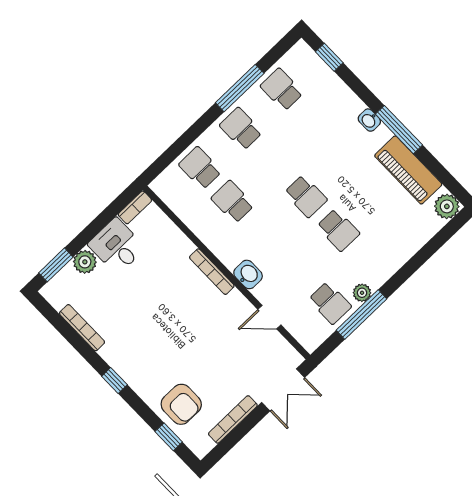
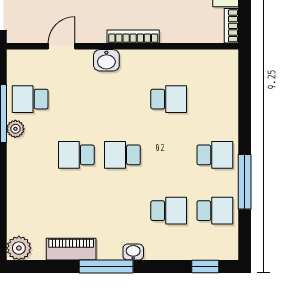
school desk: (200, 168) -> (169, 211), moved
piano: (408, 170) -> (71, 249), width x0.73, depth x0.75

